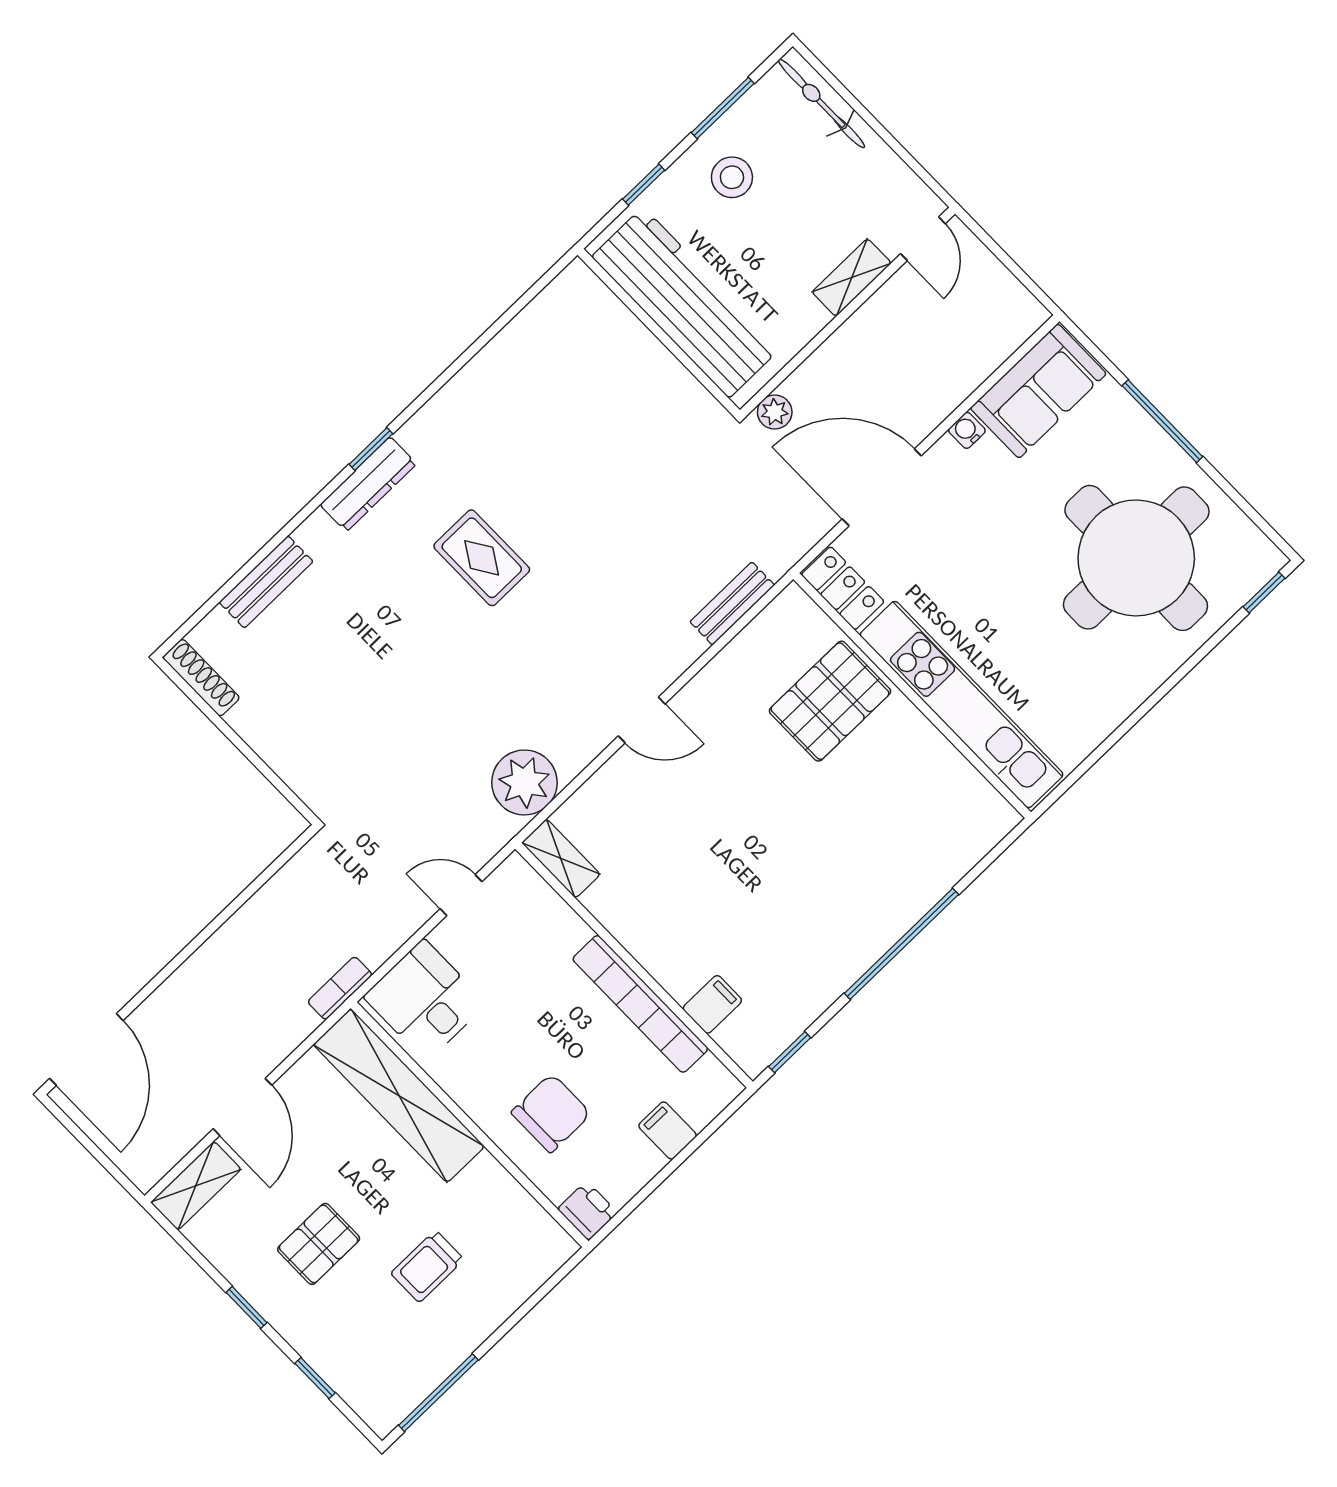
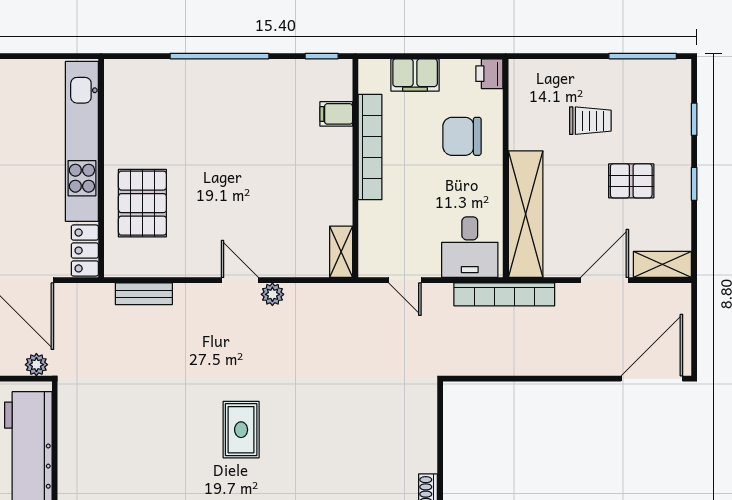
pallet: (830, 701) -> (142, 203), turned 90
plant: (524, 782) -> (272, 294), moved, width x0.53, depth x0.53
bookcase: (340, 988) -> (504, 294), width x2.31, depth x1.31
filing cabinet: (668, 1131) -> (415, 75), width x2.00

